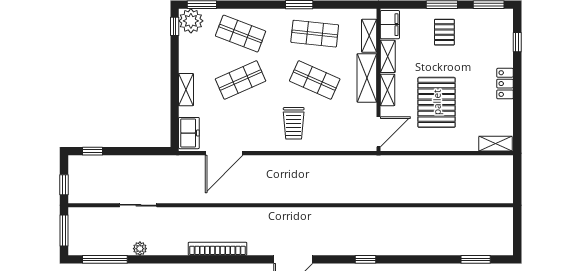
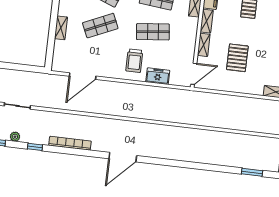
shelving: (367, 78) -> (190, 35), removed
shop shelf: (315, 80) -> (153, 32), turned -30
pallet: (437, 102) -> (237, 58), width x0.73, depth x0.71
freezer: (189, 133) -> (158, 76), moved, turned -90
window: (365, 259) -> (35, 147), moved

